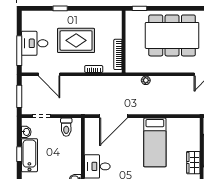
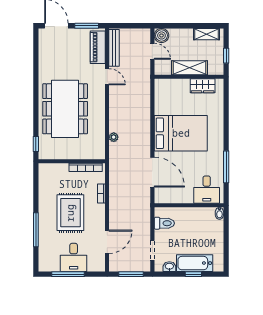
window: (60, 8) -> (36, 230), width x2.17
window: (19, 51) -> (68, 274), moved
bed: (155, 142) -> (181, 133), width x1.50

